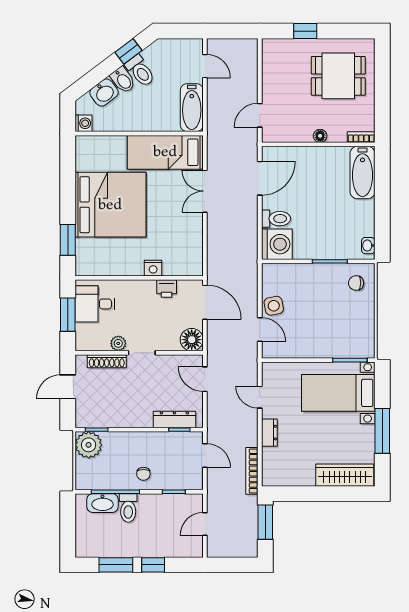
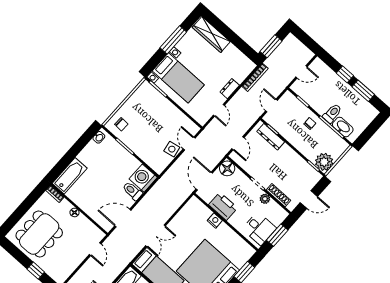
dining table: (338, 76) -> (39, 234), width x1.38
door: (260, 115) -> (95, 249), hinge flipped
printer: (167, 289) -> (223, 206), width x1.87, depth x1.48

